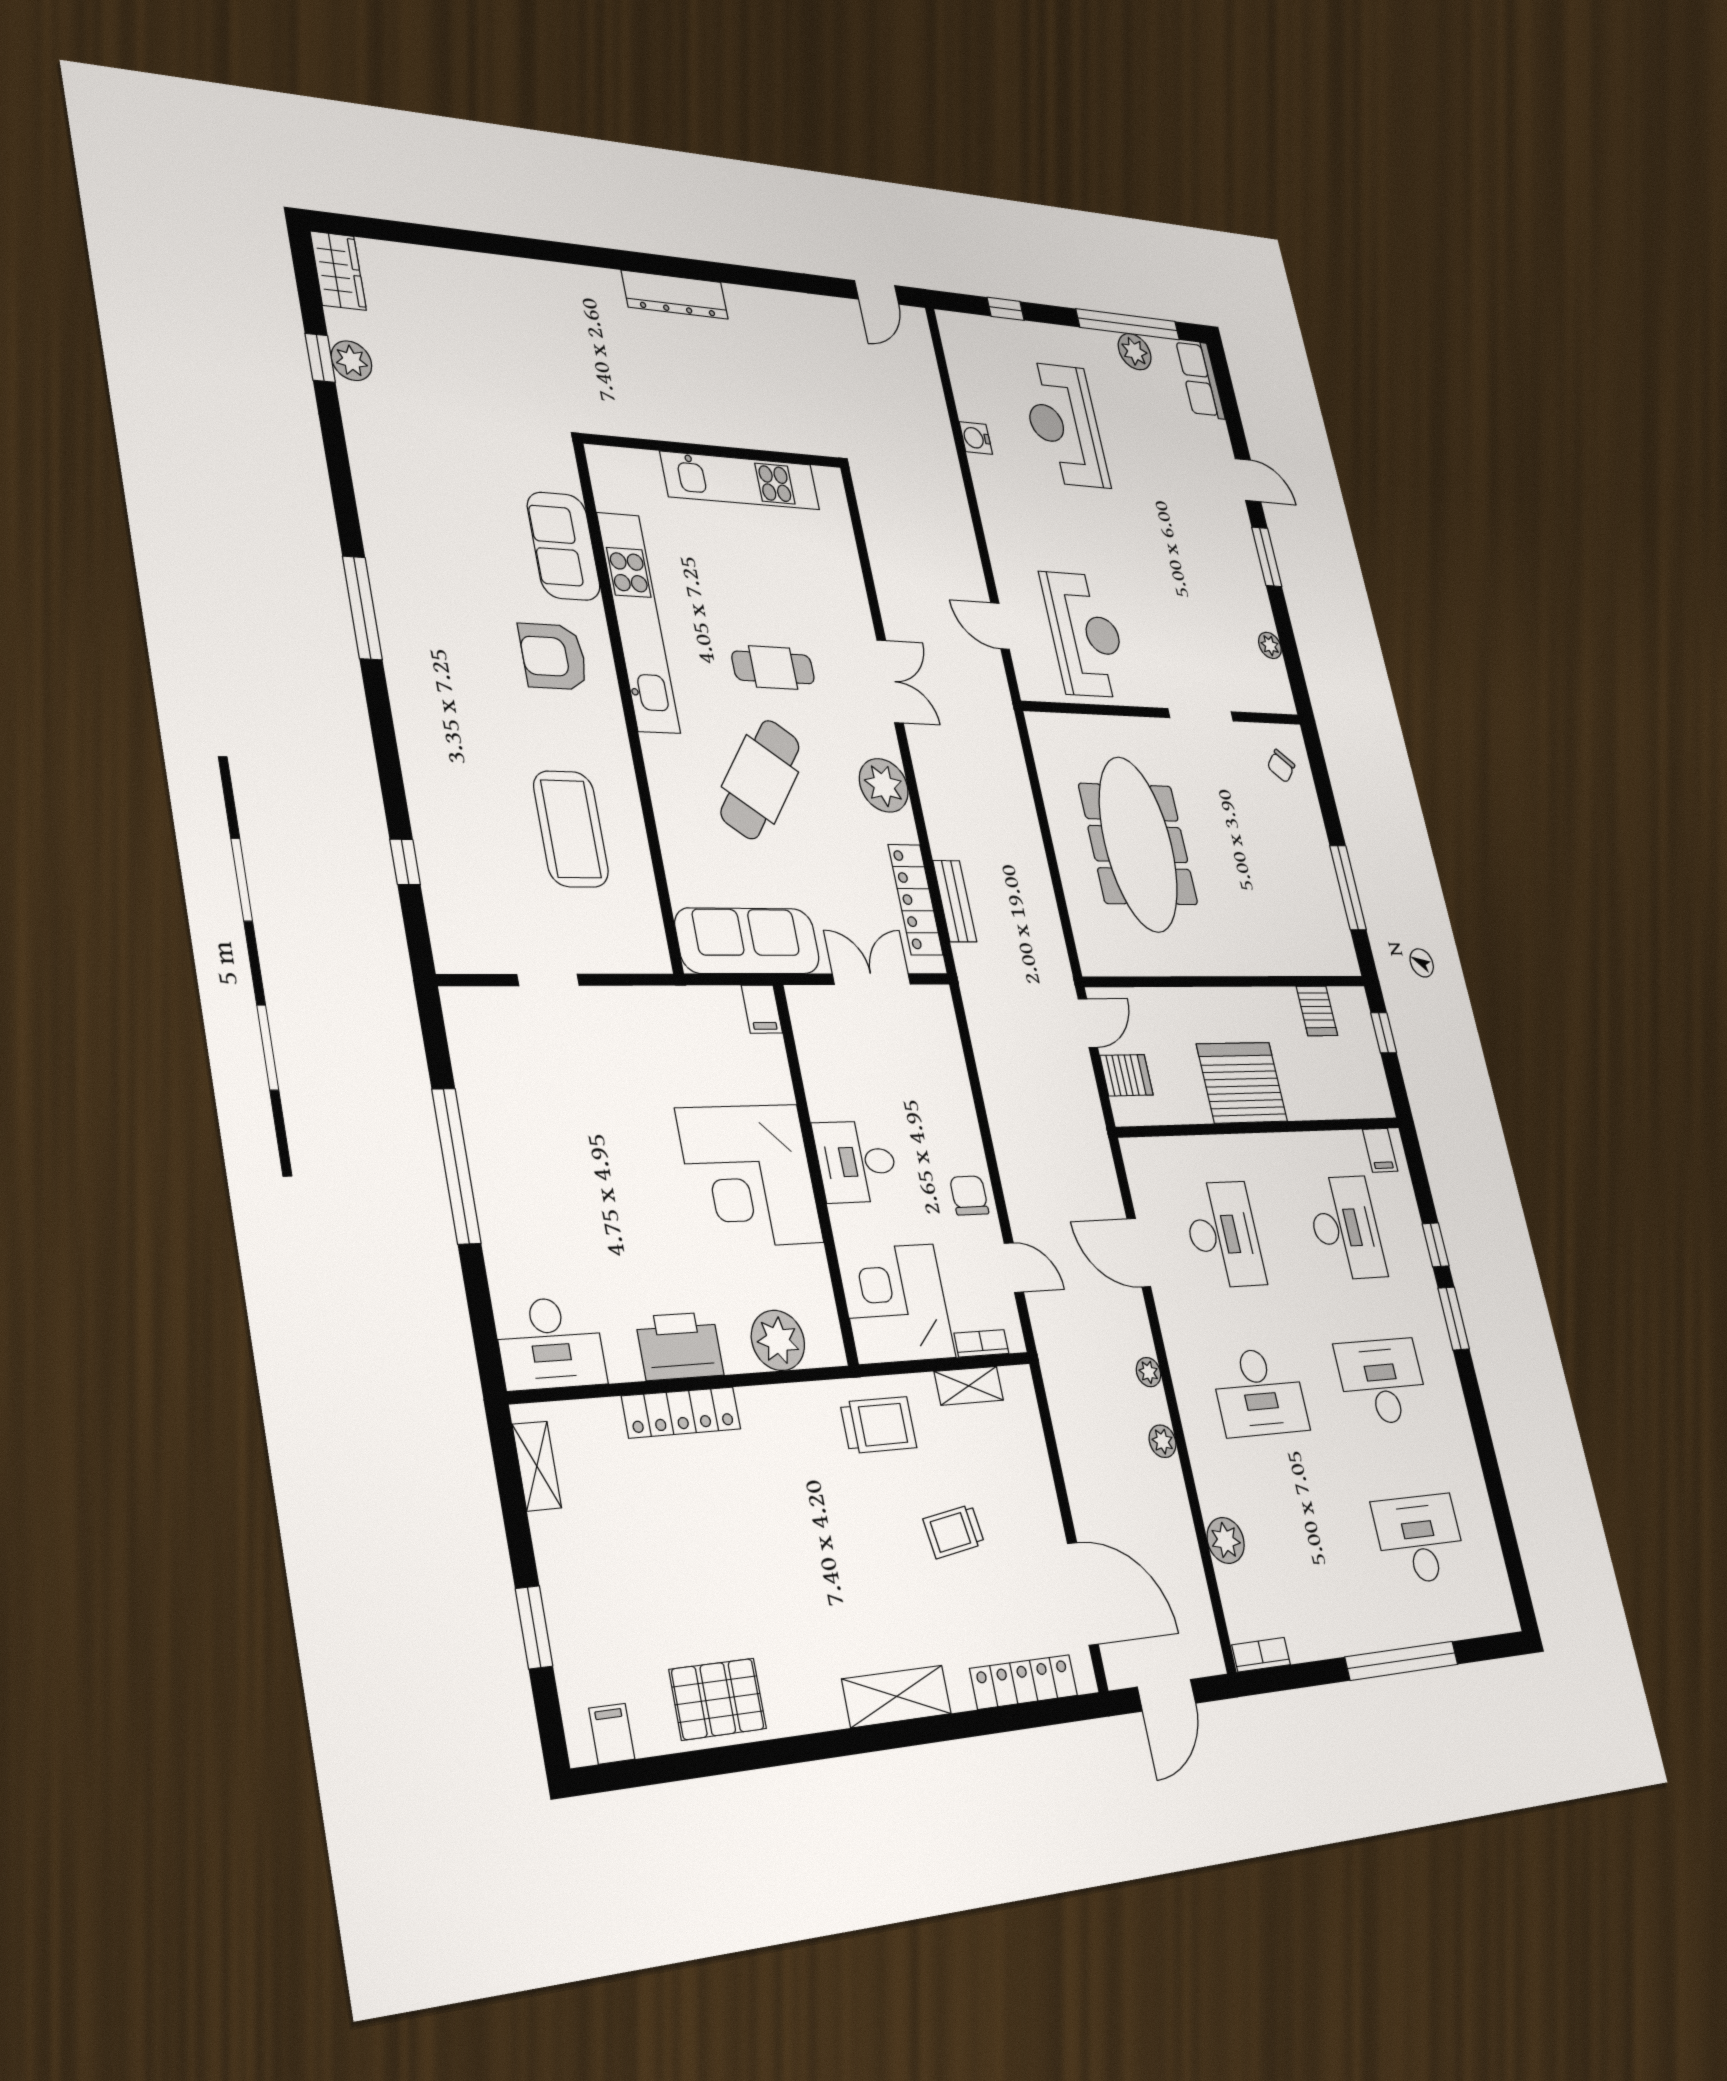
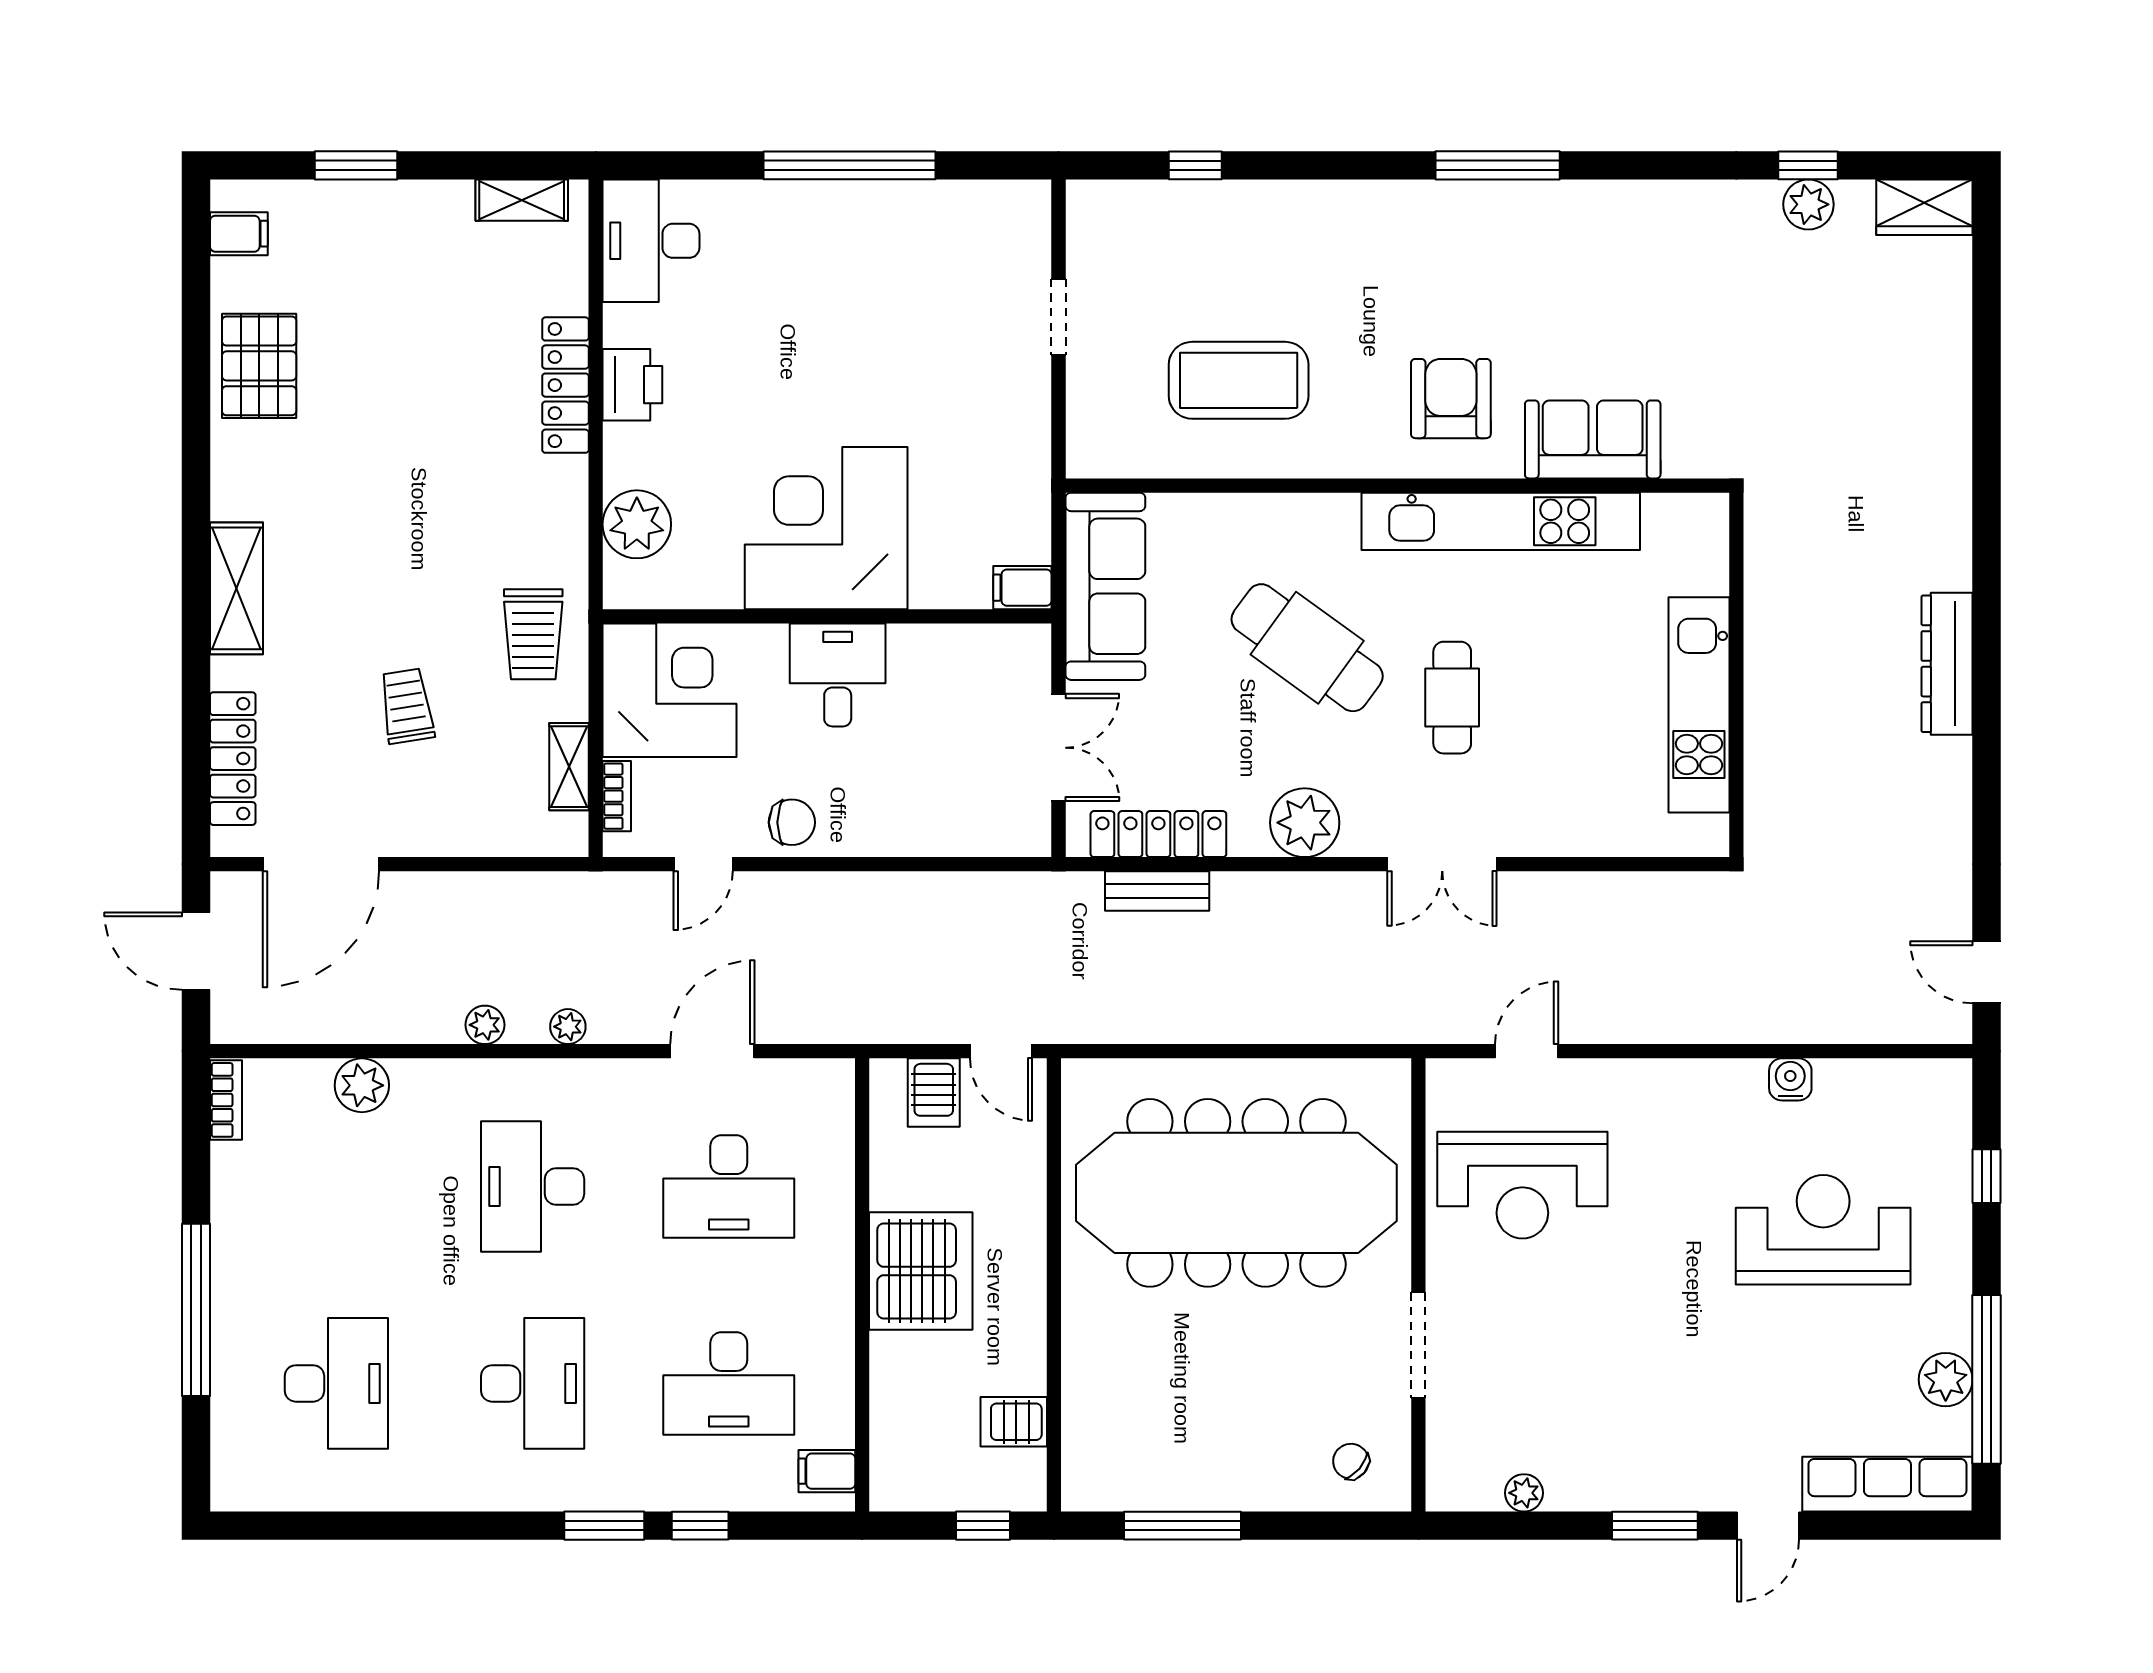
row of seats: (1200, 379) -> (1887, 1484), width x1.48
meeting table: (1138, 844) -> (1236, 1193), width x1.36, depth x1.27
printer: (680, 1346) -> (632, 385), width x0.73, depth x0.84

